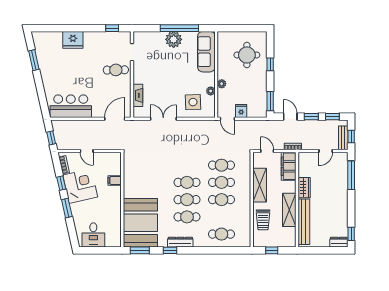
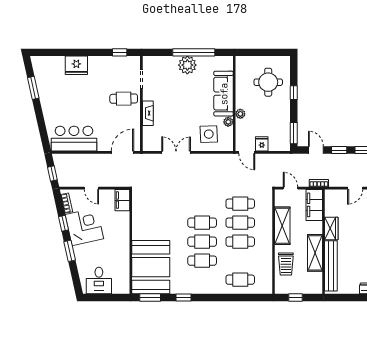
sofa: (206, 52) -> (224, 94), moved
fireplace: (138, 95) -> (148, 113), moved
filing cabinet: (115, 180) -> (122, 200), moved, width x2.00
dresser: (180, 242) -> (195, 289), removed

